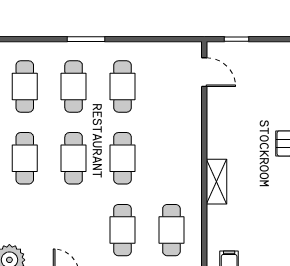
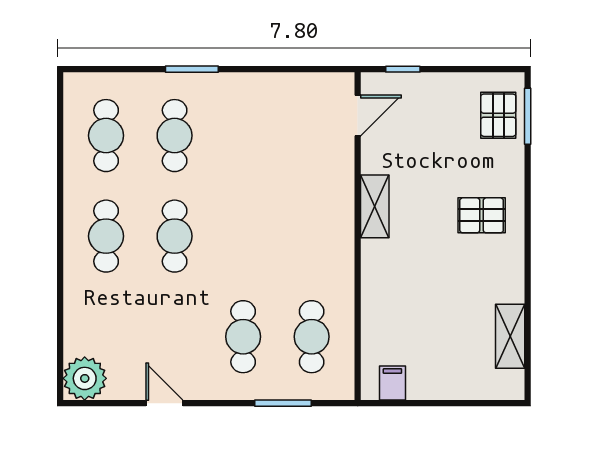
door: (204, 72) -> (358, 115), hinge flipped
cafe table: (123, 86) -> (243, 136), removed
cafe table: (123, 158) -> (243, 236), removed
shelving: (217, 182) -> (375, 206), moved

